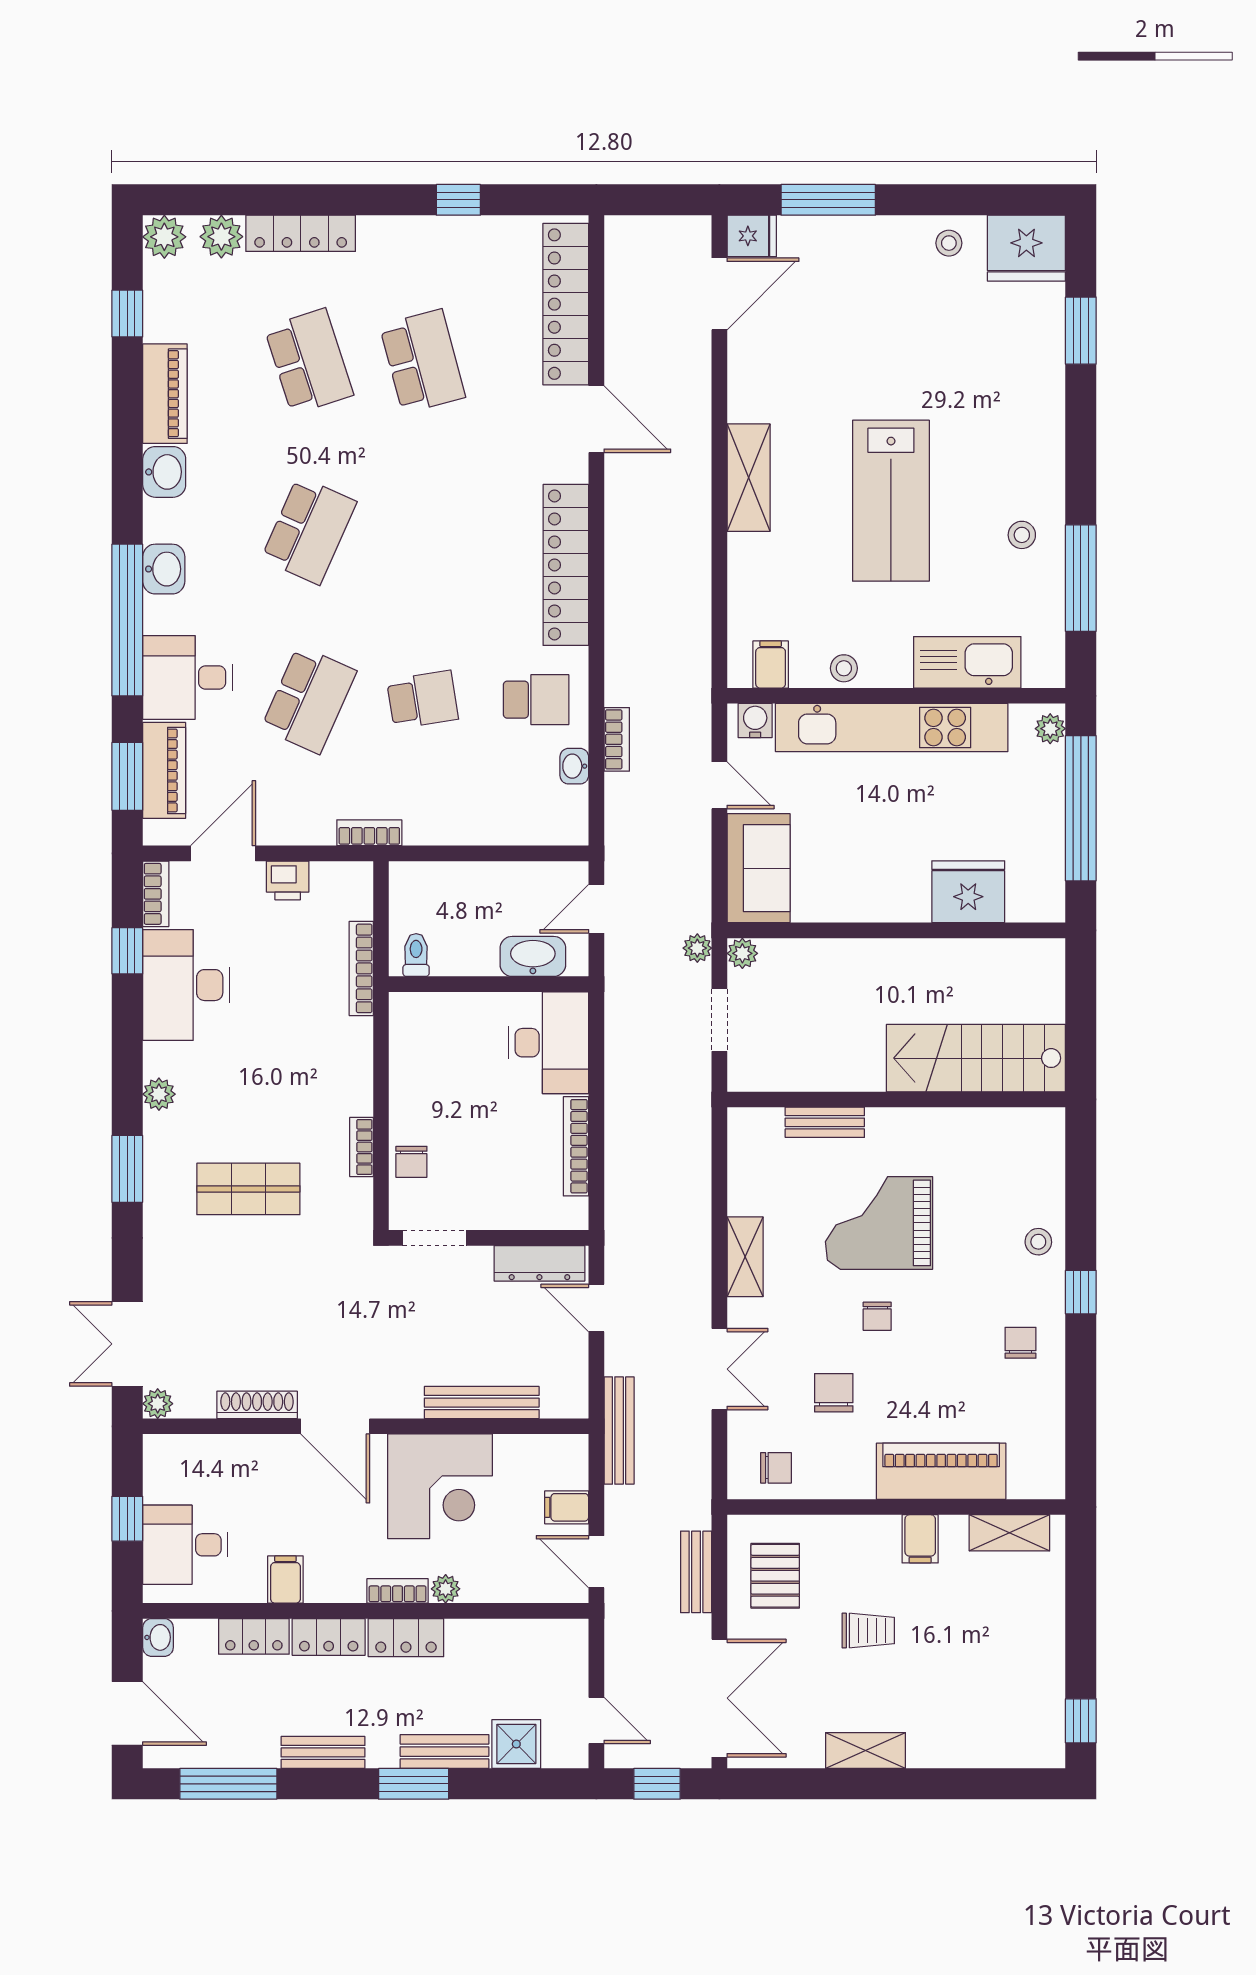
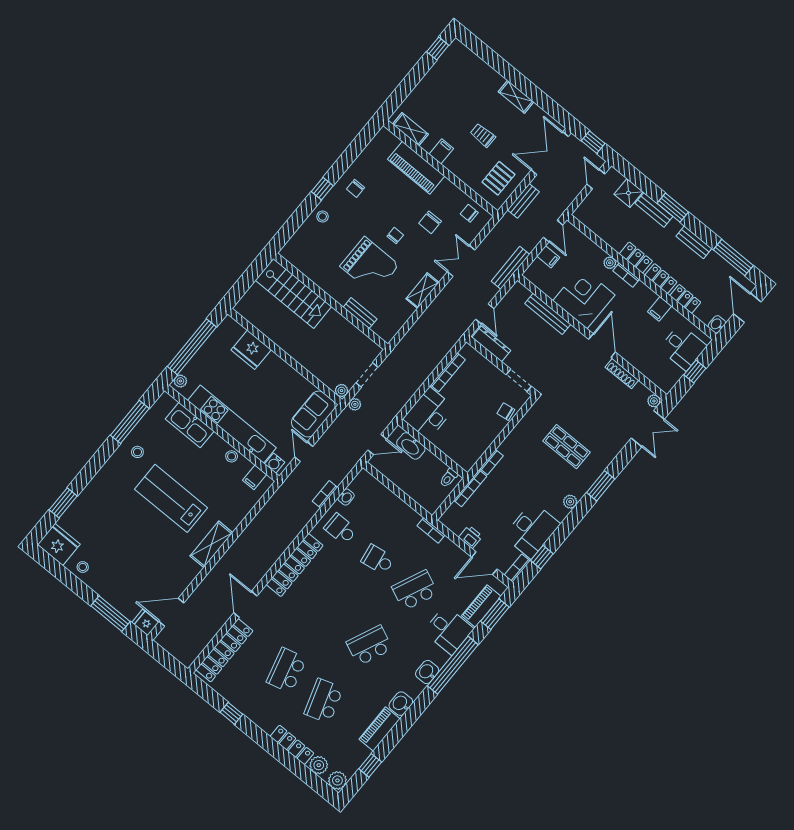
lab bench: (891, 501) -> (171, 498), turned -90
bookcase: (362, 1147) -> (492, 462), moved
chair: (411, 1162) -> (506, 412), turned -98

